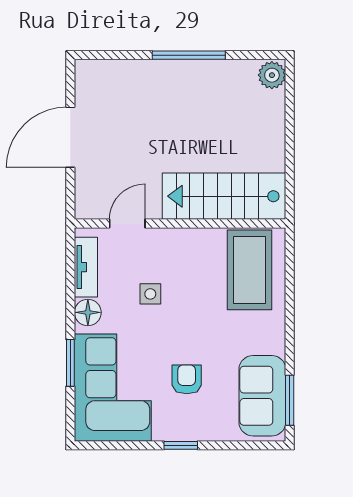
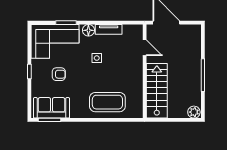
stairs: (224, 196) -> (157, 91), moved
door: (127, 224) -> (145, 48), moved
wall: (180, 224) -> (145, 71), moved

